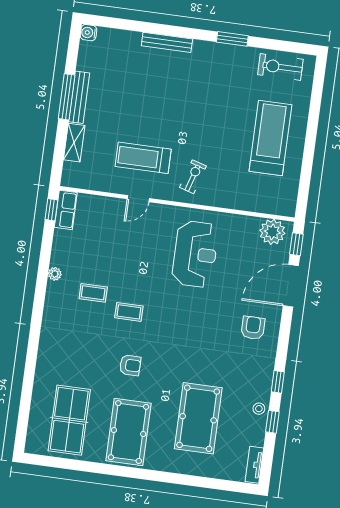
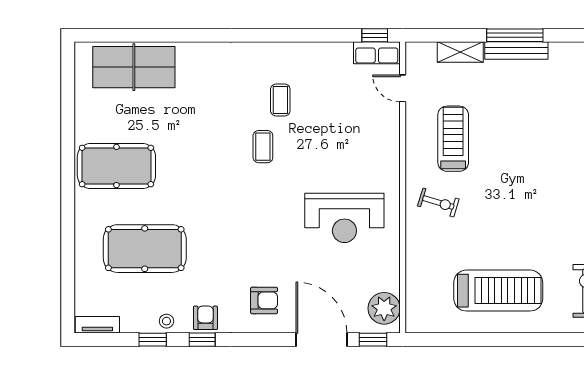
door: (138, 199) -> (403, 88), moved
plant: (55, 274) -> (297, 50), removed
armchair: (130, 365) -> (205, 318), moved, turned 180
table tennis table: (69, 420) -> (134, 67), moved

